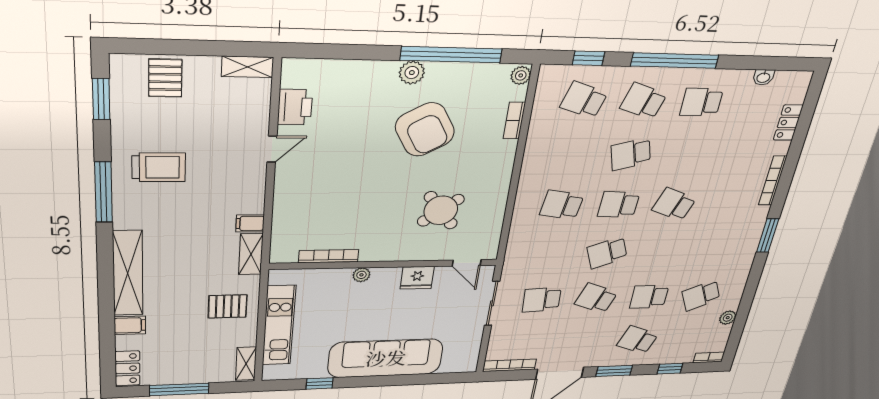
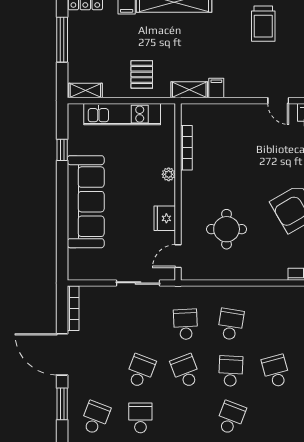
round table: (441, 210) -> (227, 229), turned 38
school desk: (542, 300) -> (186, 324), moved

